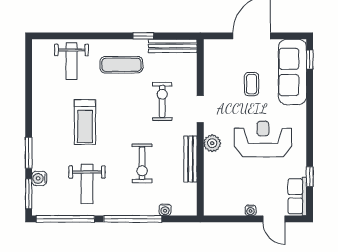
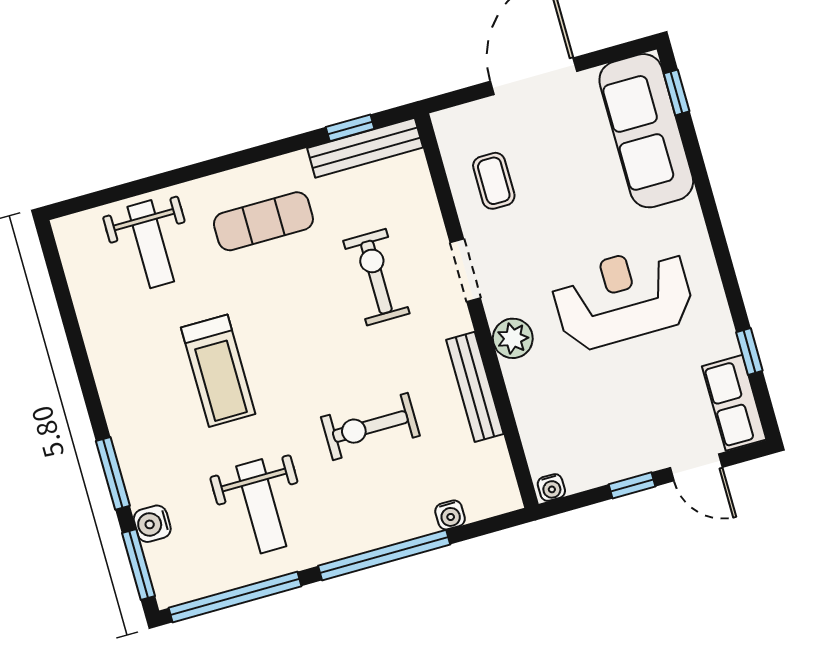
window: (143, 36) -> (350, 128), moved
coffee table: (252, 84) -> (494, 181), moved
exercise bike: (142, 163) -> (370, 426), turned 90
water cooler: (251, 210) -> (551, 488), moved
window: (245, 219) -> (632, 485), added

